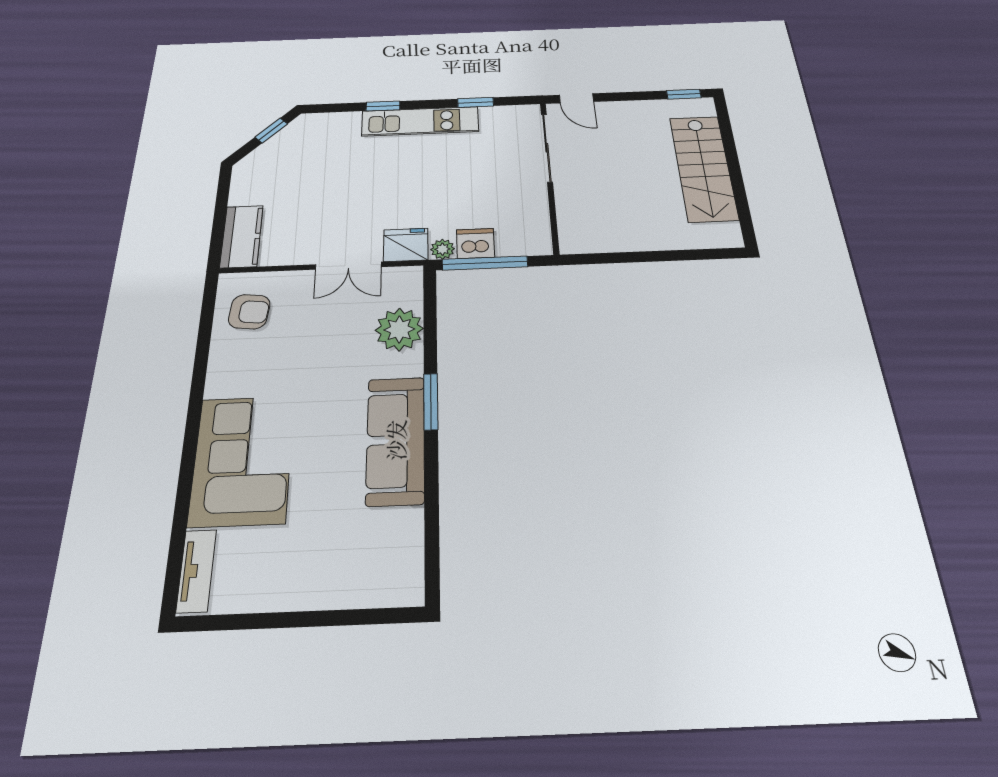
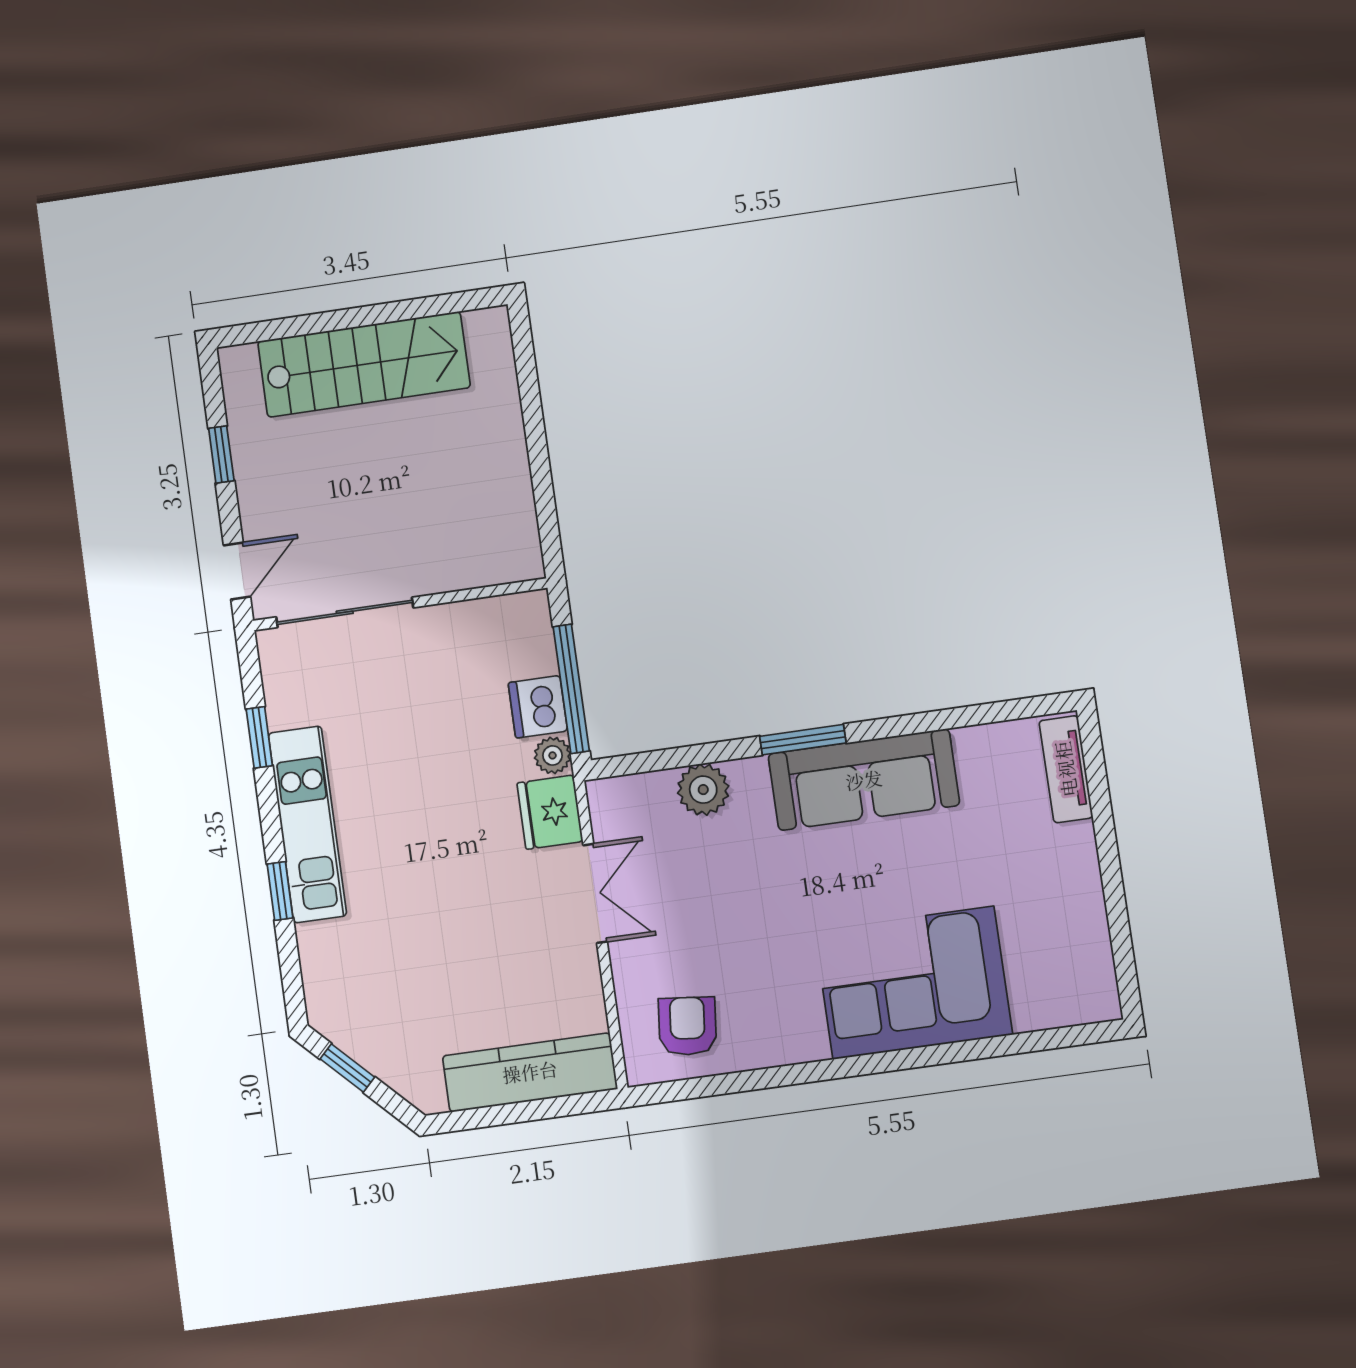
window: (684, 94) -> (221, 455), moved
kitchen counter: (242, 236) -> (530, 1072), width x1.50
plant: (399, 329) -> (703, 790), width x0.73, depth x0.73
tv unit: (196, 571) -> (1066, 769), moved, turned -90

